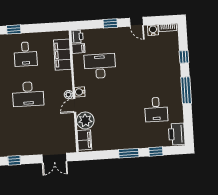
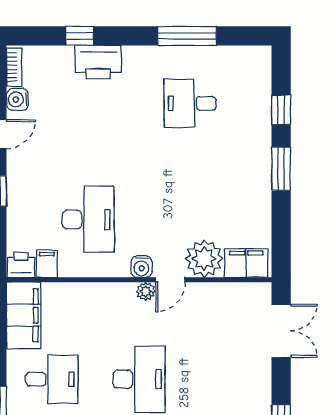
filing cabinet: (62, 55) -> (24, 315), moved, turned -90
desk: (100, 66) -> (88, 219), turned 180
window: (186, 90) -> (187, 36), moved
door: (75, 106) -> (170, 280), hinge flipped
desk: (156, 109) -> (190, 103), turned 180
printer: (177, 134) -> (98, 62), moved

